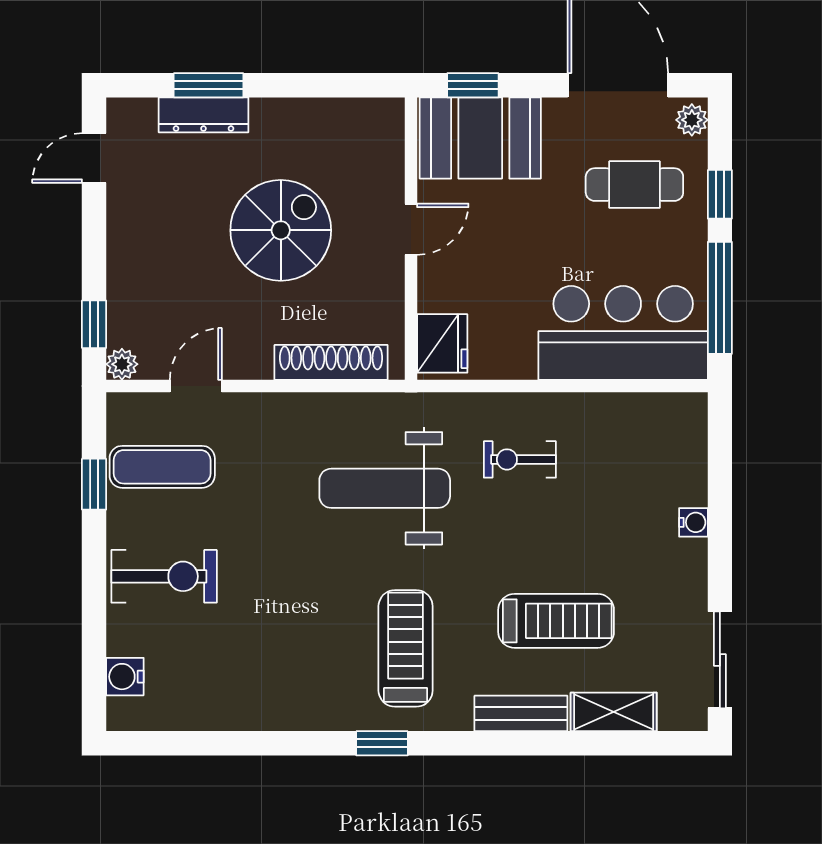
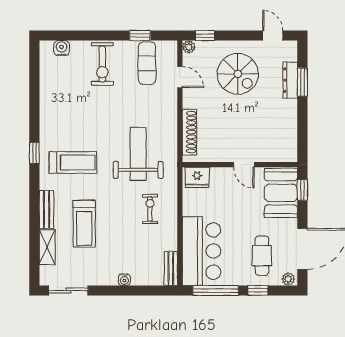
spiral stairs: (281, 230) -> (238, 74), moved
bench: (666, 408) -> (171, 268), added

